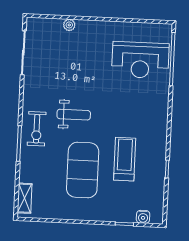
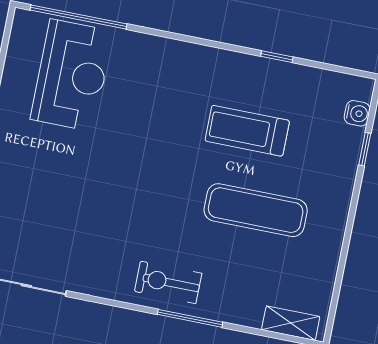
weight bench: (74, 115) -> (152, 211), removed
exercise bike: (37, 129) -> (168, 282), turned 180
exercise mat: (83, 170) -> (256, 210), width x0.68

